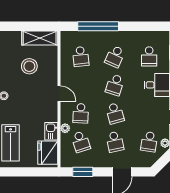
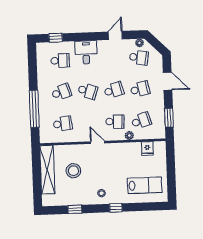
shelving: (40, 38) -> (47, 170), width x1.47
school desk: (115, 56) -> (61, 92), turned -42
door: (59, 94) -> (98, 142), hinge flipped
kitchen sink: (51, 131) -> (133, 148), removed
fridge: (48, 153) -> (147, 149), width x0.53, depth x0.75

